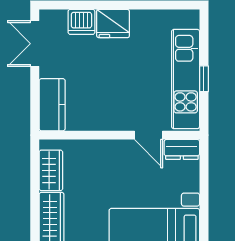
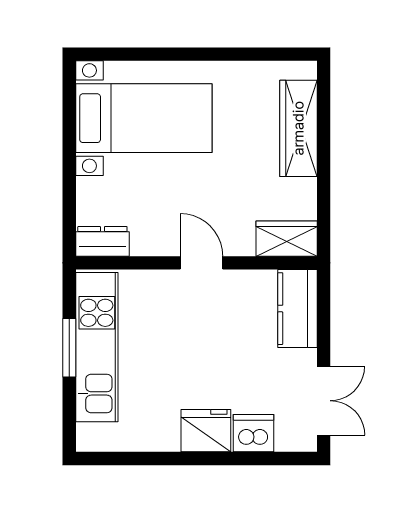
window: (204, 79) -> (69, 348), width x1.50
door: (148, 135) -> (202, 263), moved
wardrobe: (51, 170) -> (287, 239), moved, turned 90

